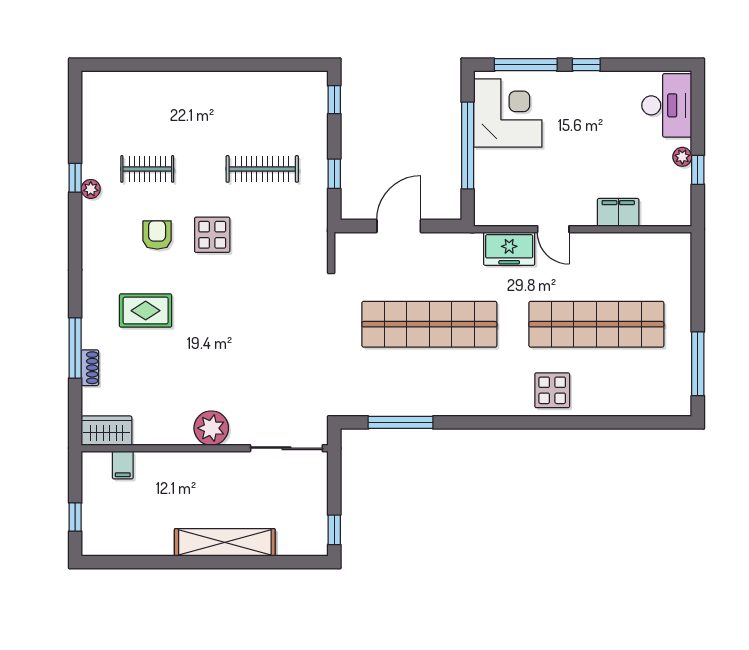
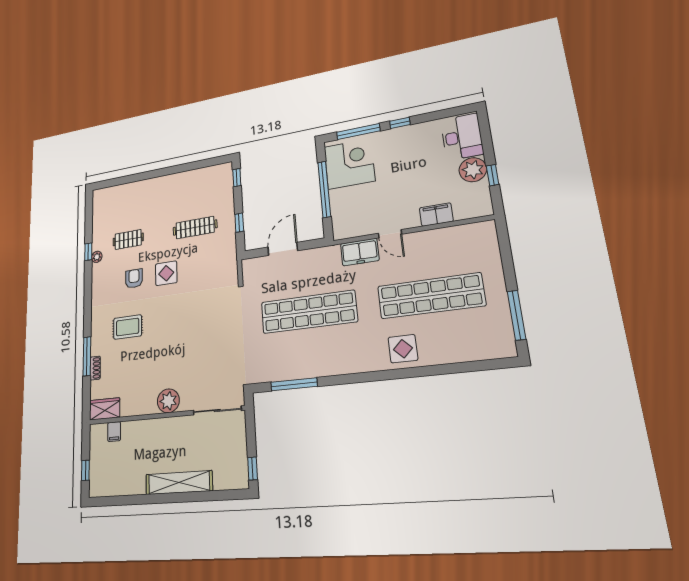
plant: (682, 157) -> (473, 170), width x1.88, depth x1.88

